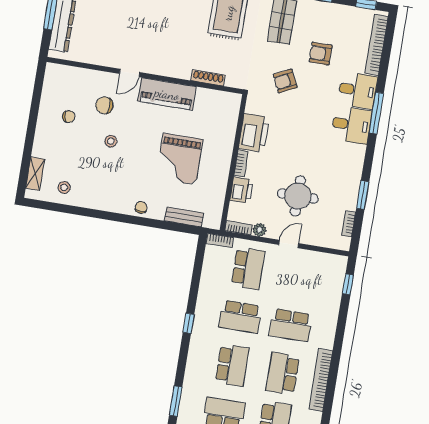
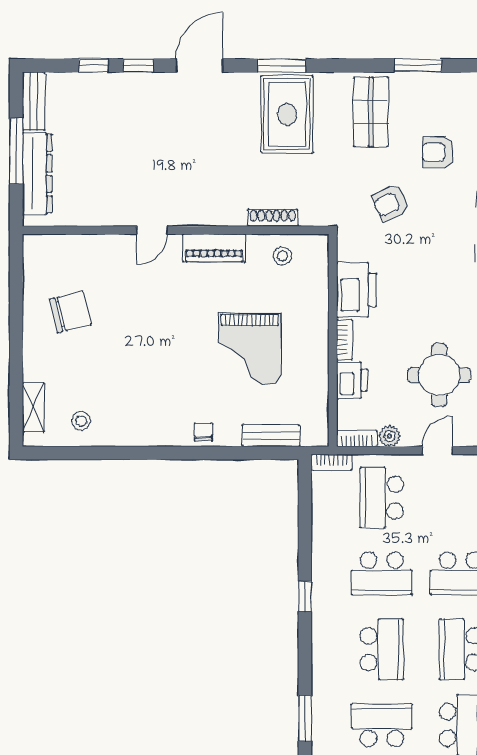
piano: (167, 94) -> (214, 248), width x0.73, depth x0.75
chair: (105, 105) -> (122, 286), removed
chair: (69, 117) -> (70, 312), width x1.87, depth x1.87
stool: (111, 141) -> (282, 256), moved
school desk: (248, 268) -> (382, 498), turned 180

